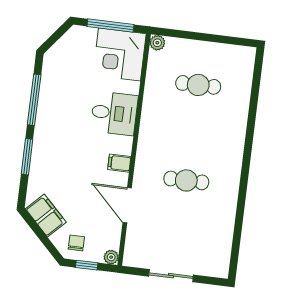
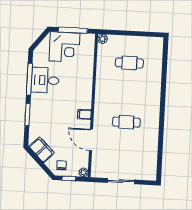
corner desk: (120, 54) -> (65, 47), moved, turned -90
desk: (114, 113) -> (45, 80), moved, turned 180

